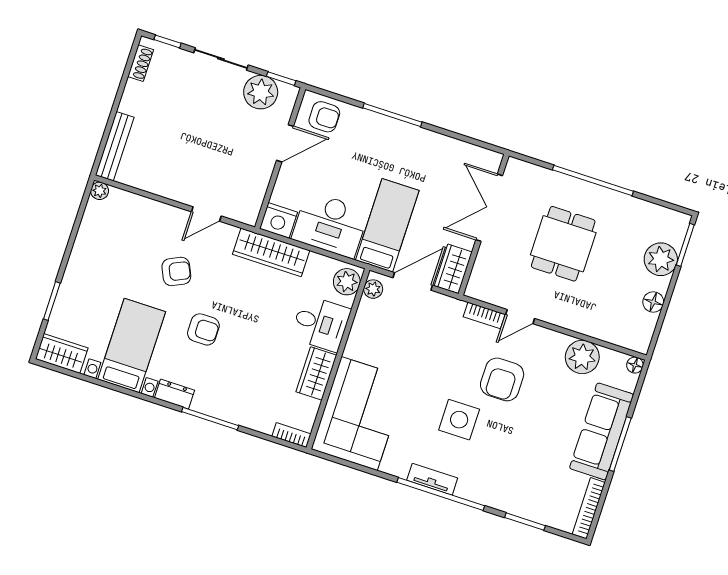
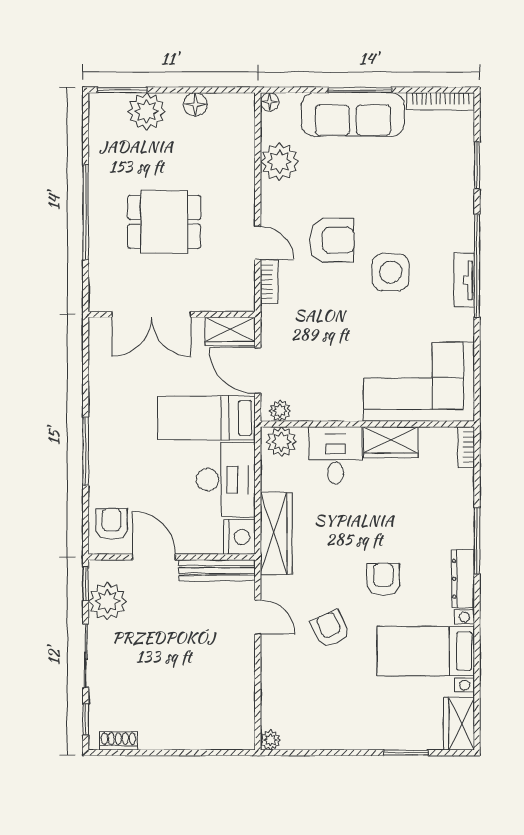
bench: (115, 146) -> (217, 570), moved
dresser: (175, 394) -> (463, 579), width x1.44

